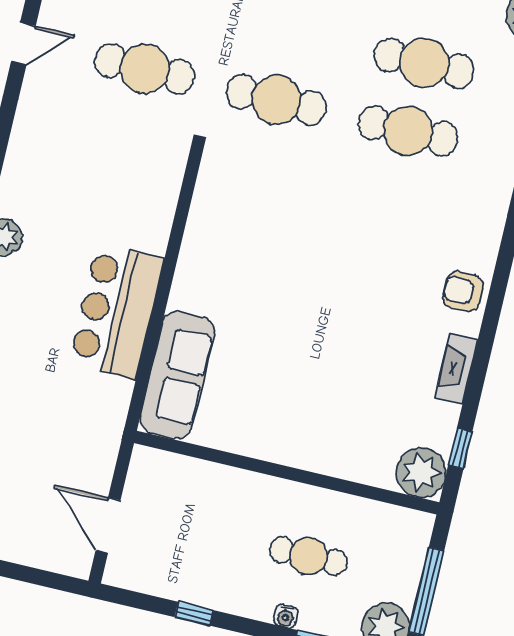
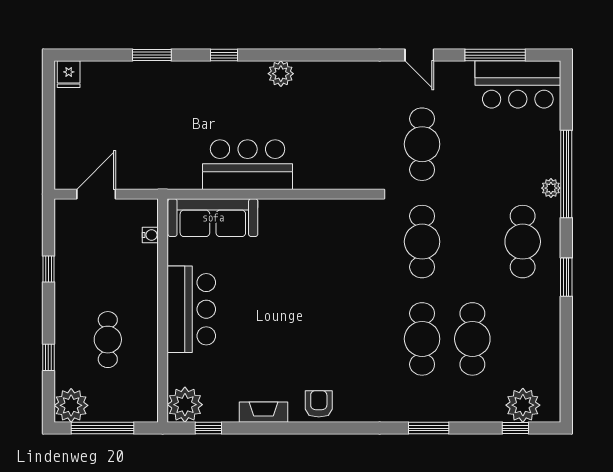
bar counter: (294, 433) -> (191, 309), added
water cooler: (286, 616) -> (150, 235), moved, turned 180

